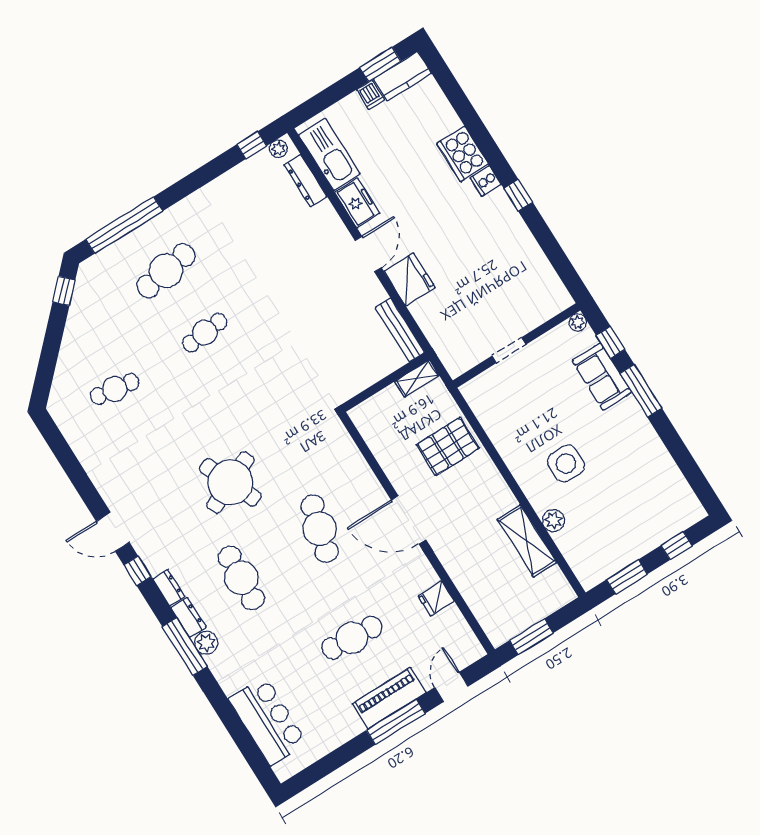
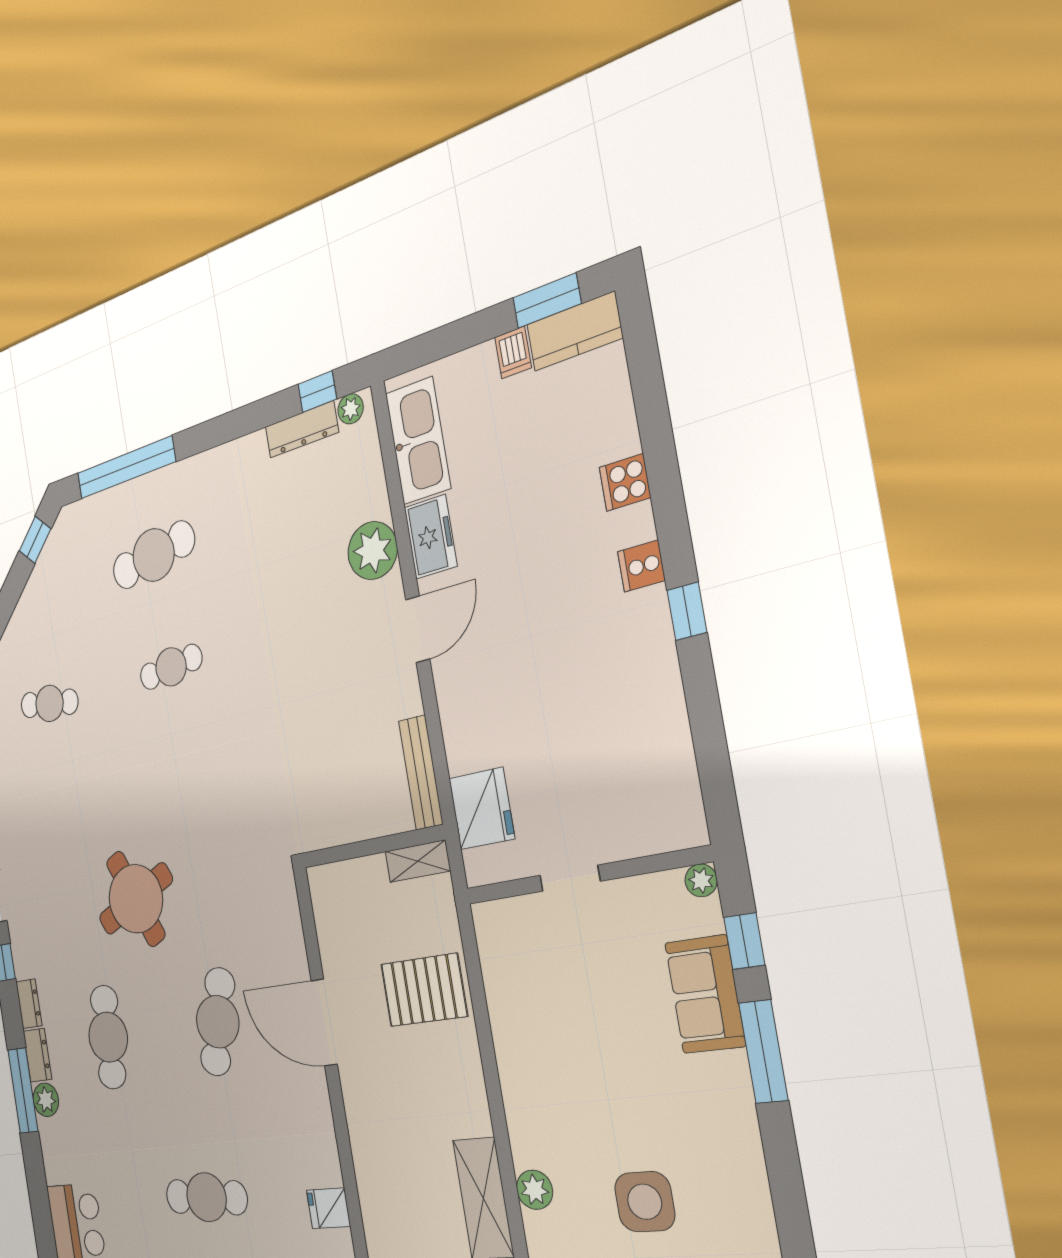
cooker: (463, 154) -> (625, 482), width x0.53, depth x0.76
dresser: (306, 181) -> (302, 429), moved, turned -90
plant: (323, 221) -> (373, 551), added
fridge: (410, 279) -> (482, 809), moved
side table: (566, 464) -> (645, 1202), moved
door: (409, 520) -> (324, 1022), moved

